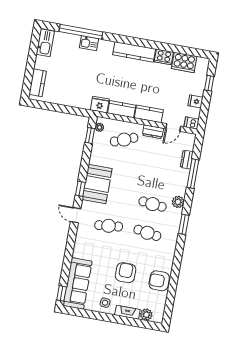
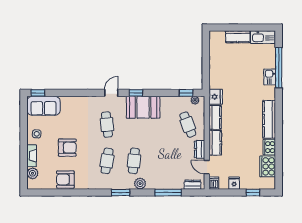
kitchen counter: (38, 83) -> (238, 37), moved
dresser: (187, 160) -> (193, 185), moved
armchair: (159, 281) -> (65, 179), turned -90
sofa: (78, 283) -> (44, 106), width x0.73

